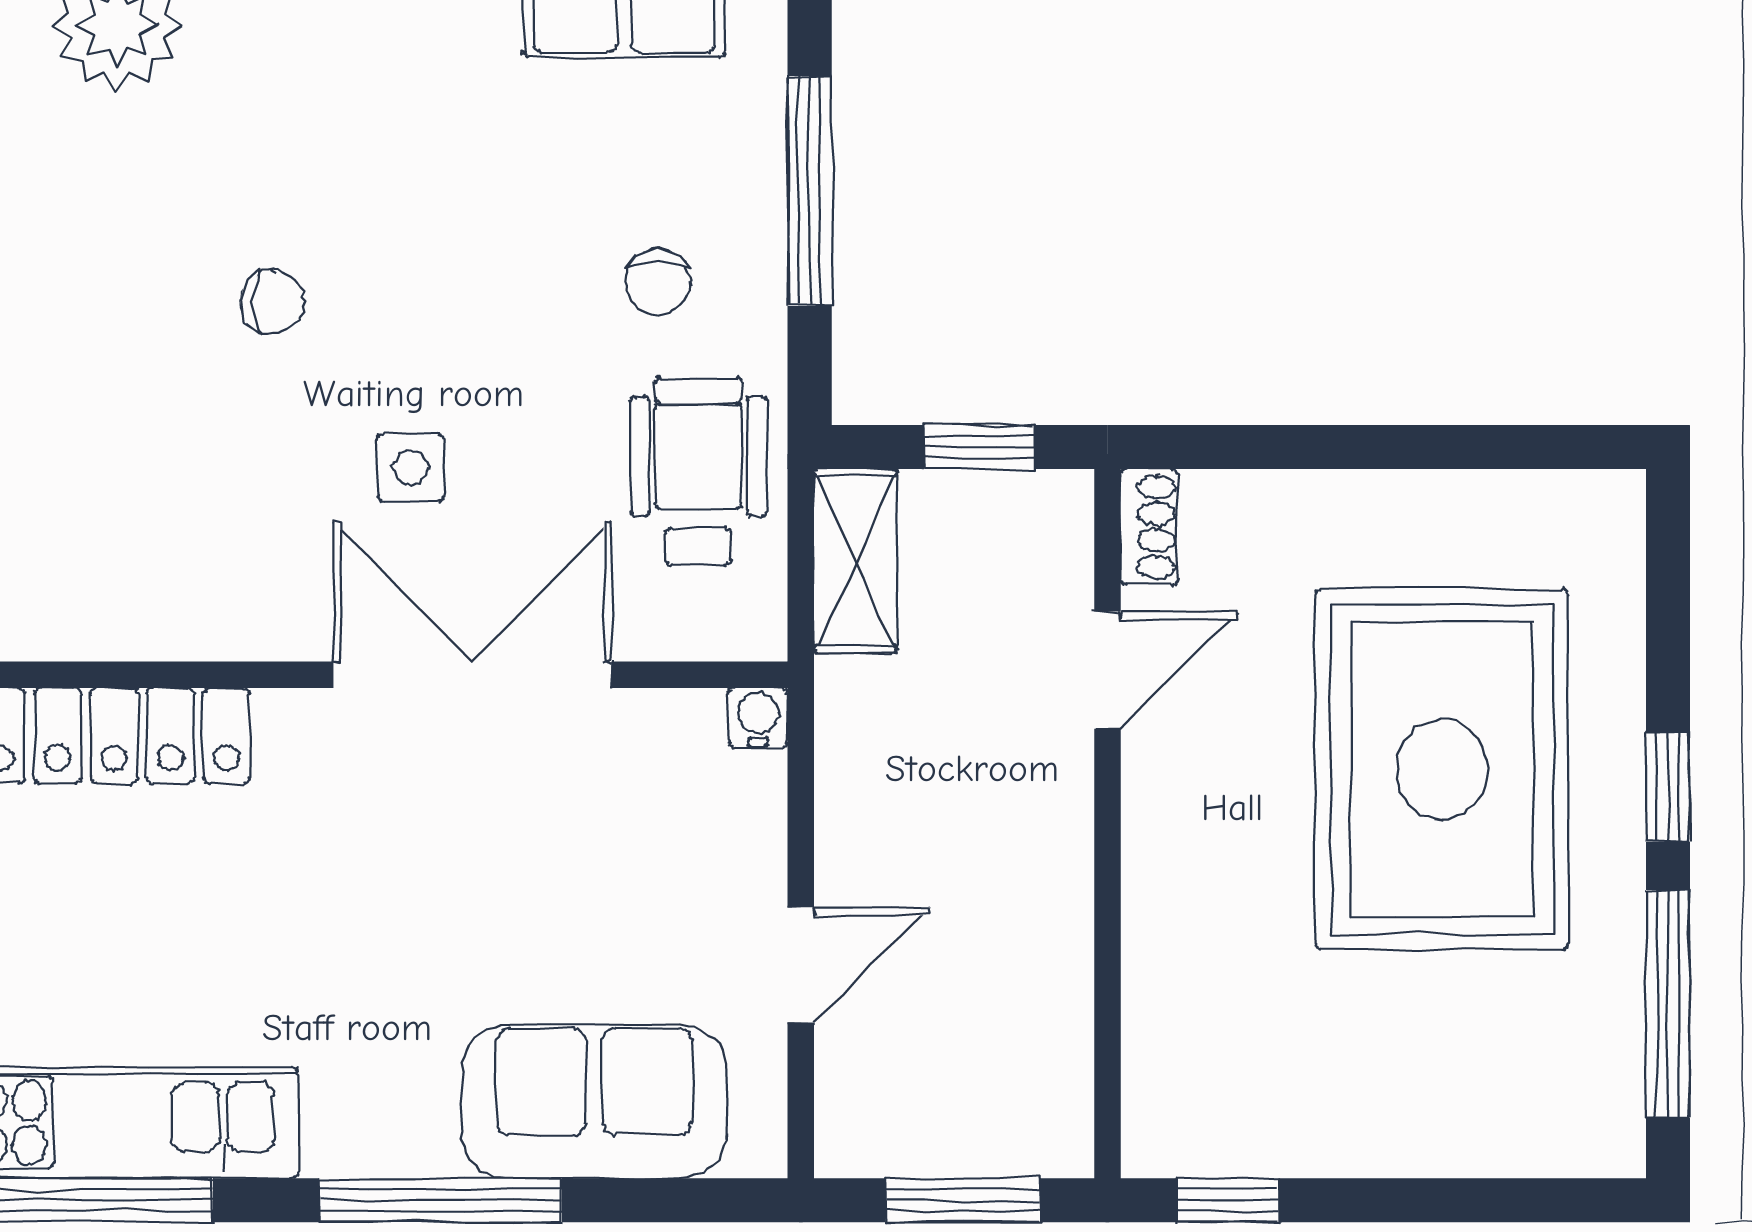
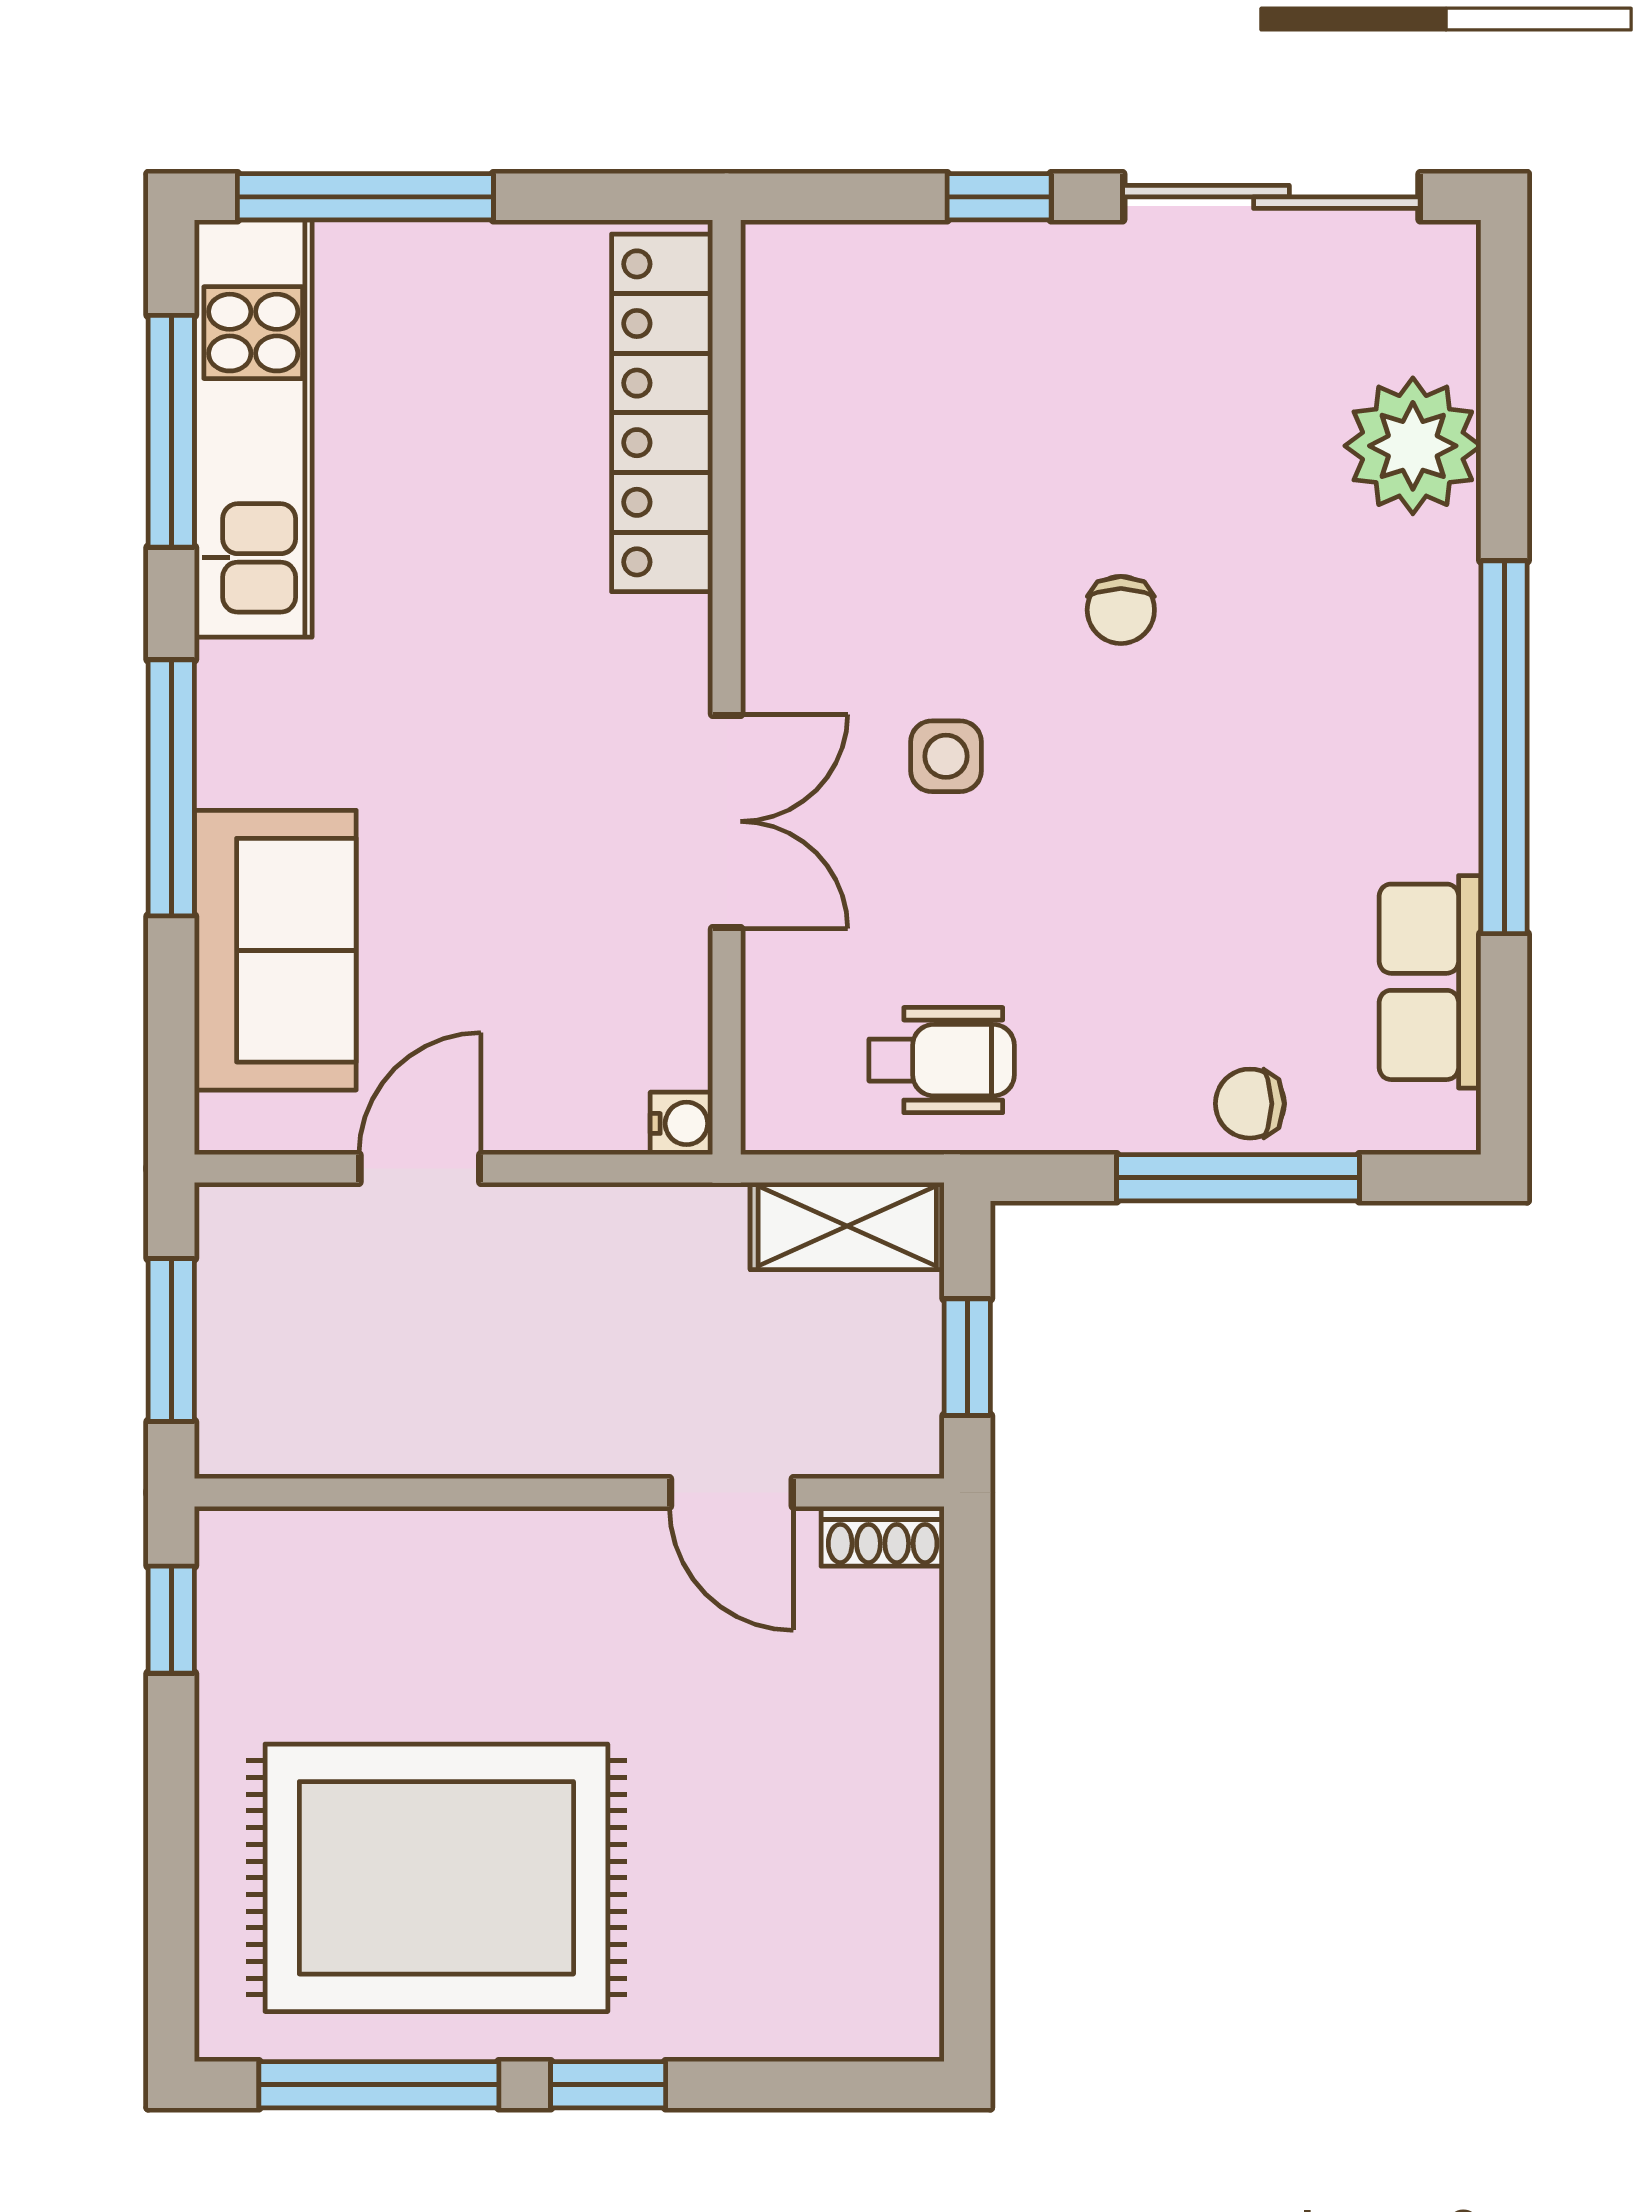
chair: (658, 282) -> (1250, 1104), moved
wheelchair: (698, 471) -> (942, 1060), width x0.73, depth x0.73
double door: (472, 675) -> (727, 821), width x0.73
rug: (1442, 769) -> (436, 1878), moved
door: (801, 965) -> (420, 1169), swing flipped

